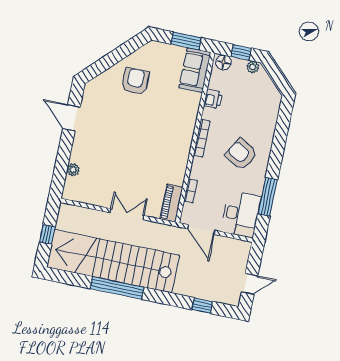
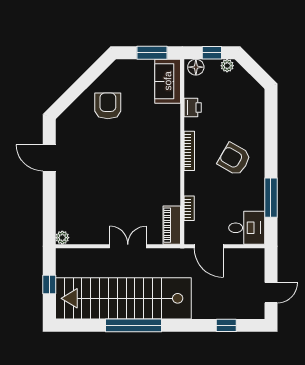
plant: (73, 170) -> (62, 238), moved
desk: (241, 214) -> (247, 228), width x0.73

